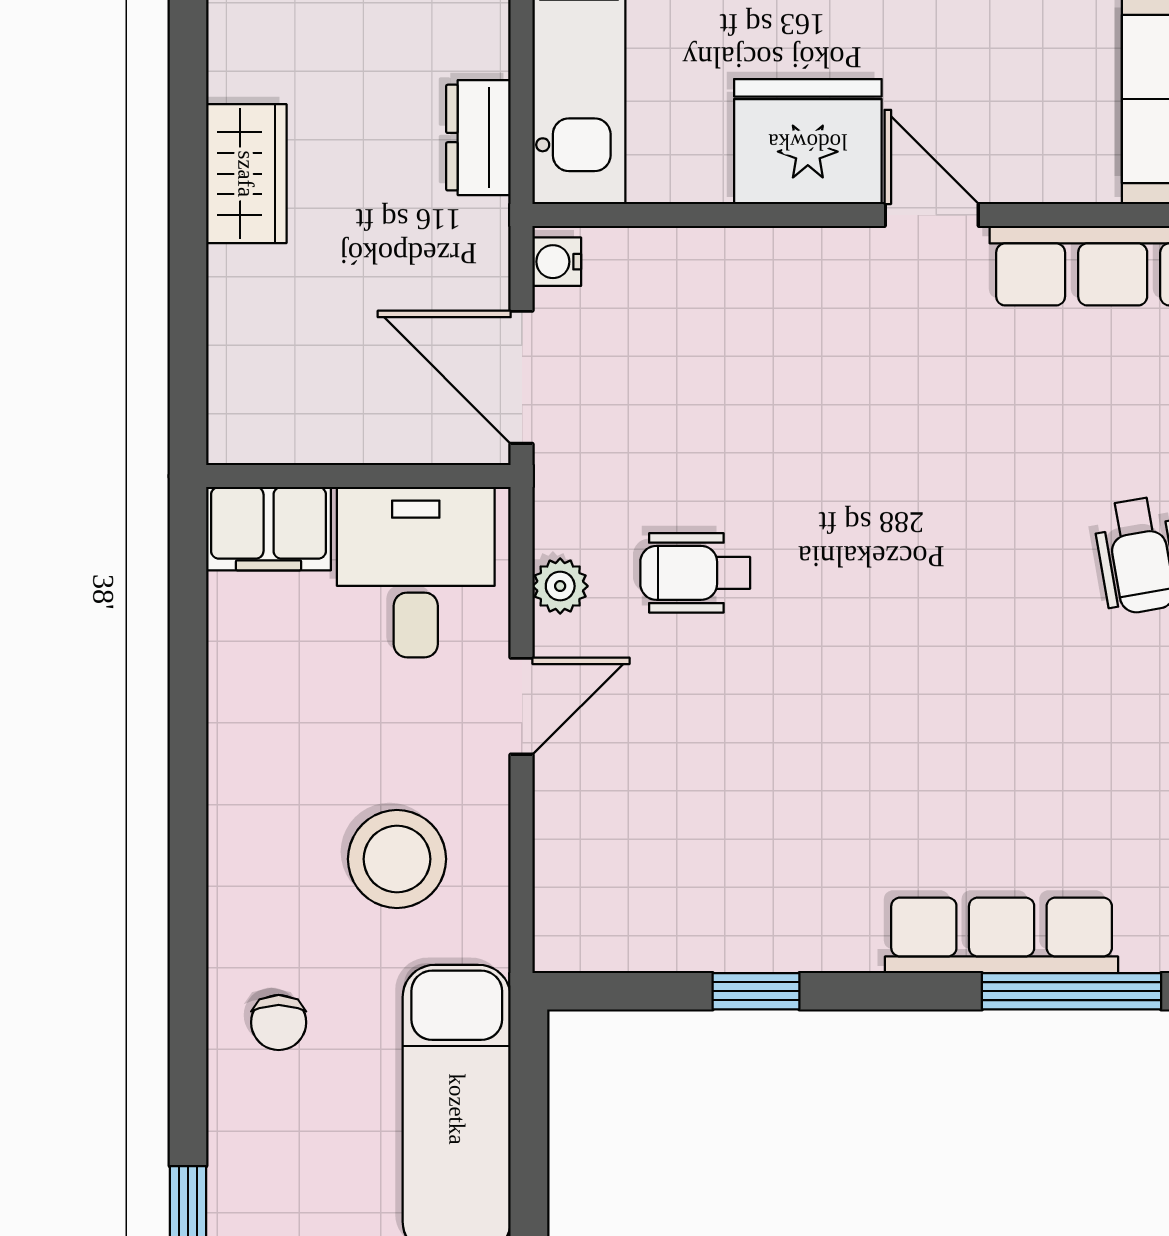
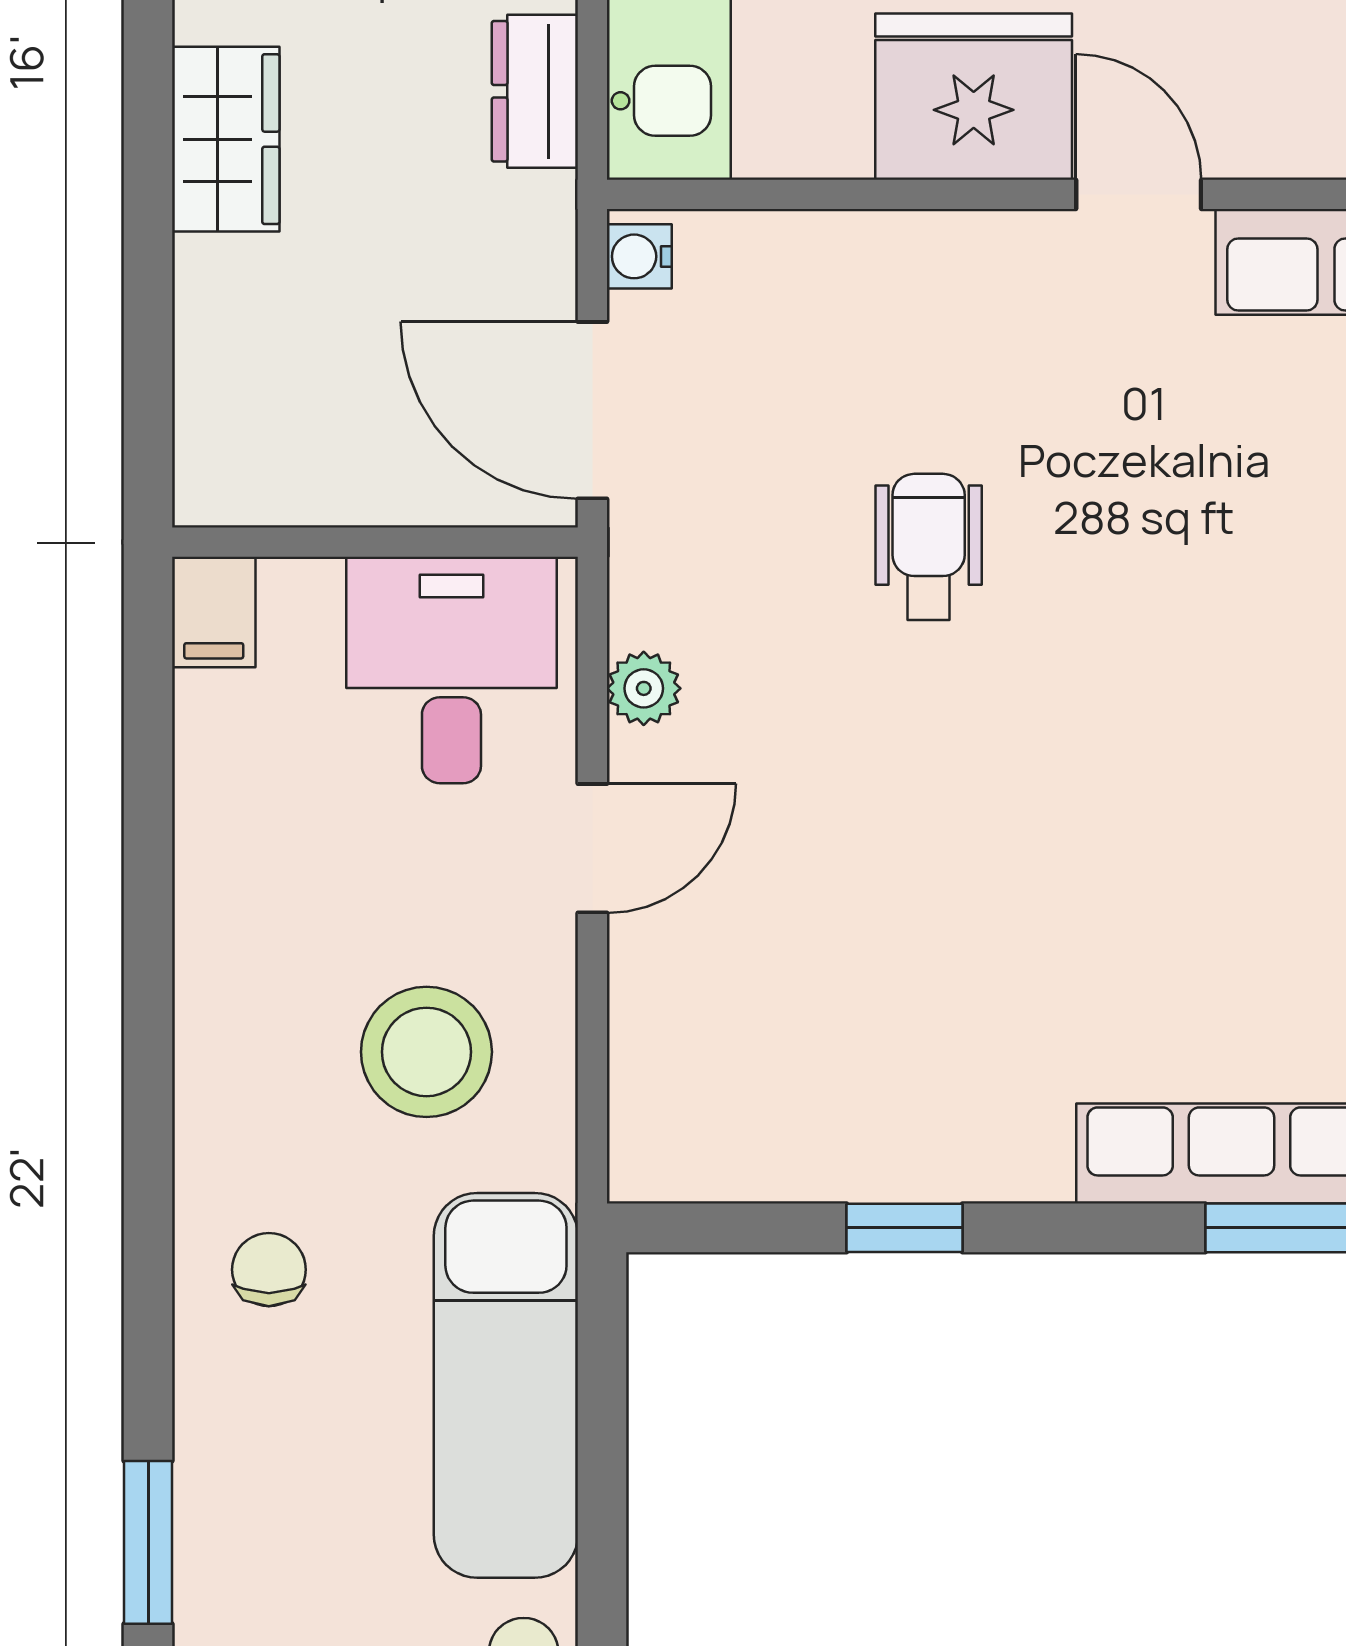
filing cabinet: (269, 529) -> (214, 612), width x0.50
wheelchair: (695, 573) -> (929, 547), moved, turned 90
chair: (279, 1022) -> (269, 1270), turned 180

